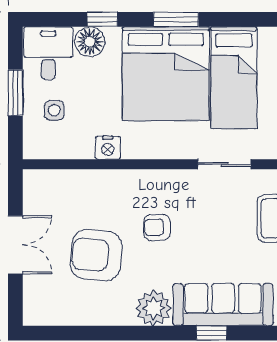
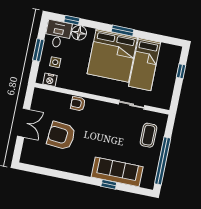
window: (102, 19) -> (72, 20), moved
nightstand: (108, 148) -> (50, 80), moved
armchair: (157, 227) -> (78, 104), moved
plant: (154, 308) -> (83, 167), removed

